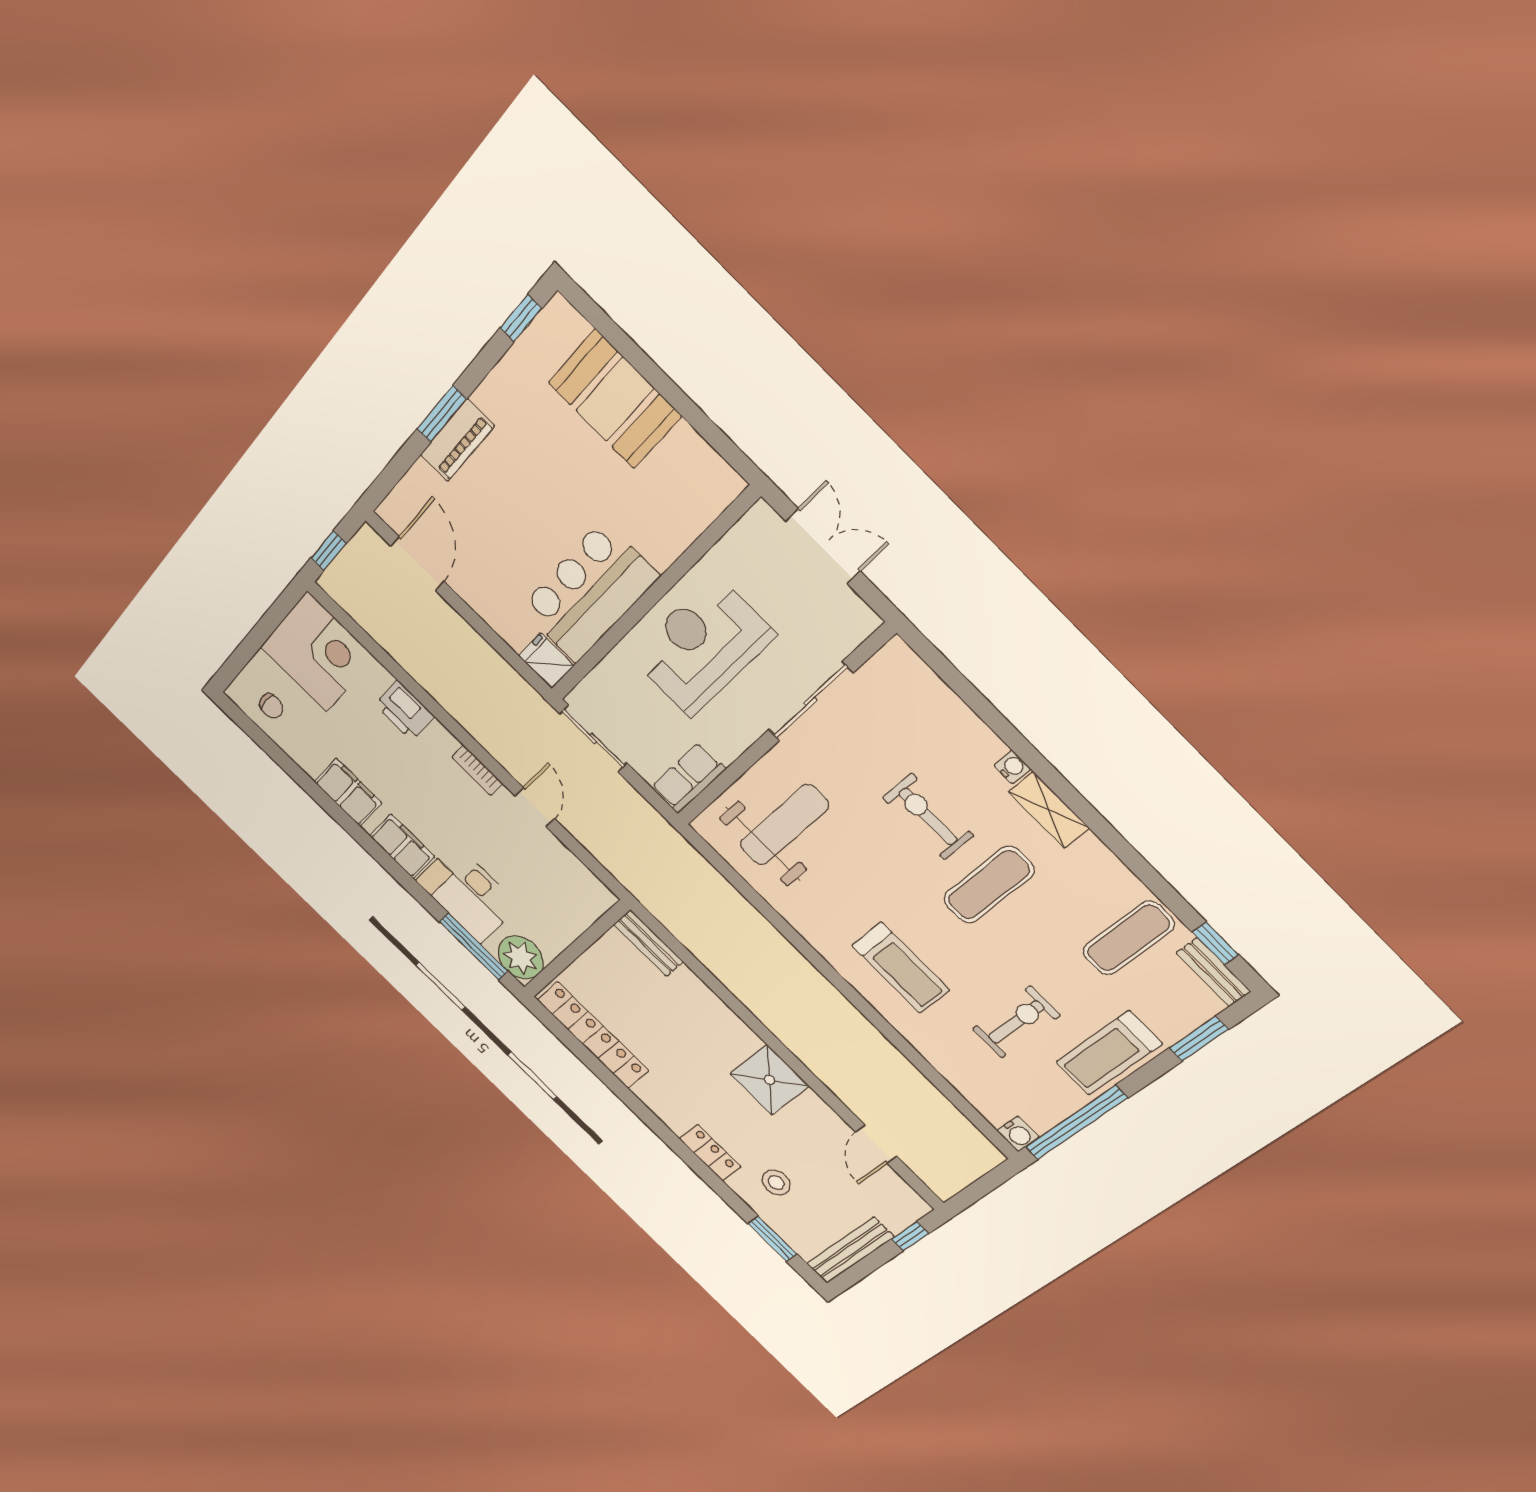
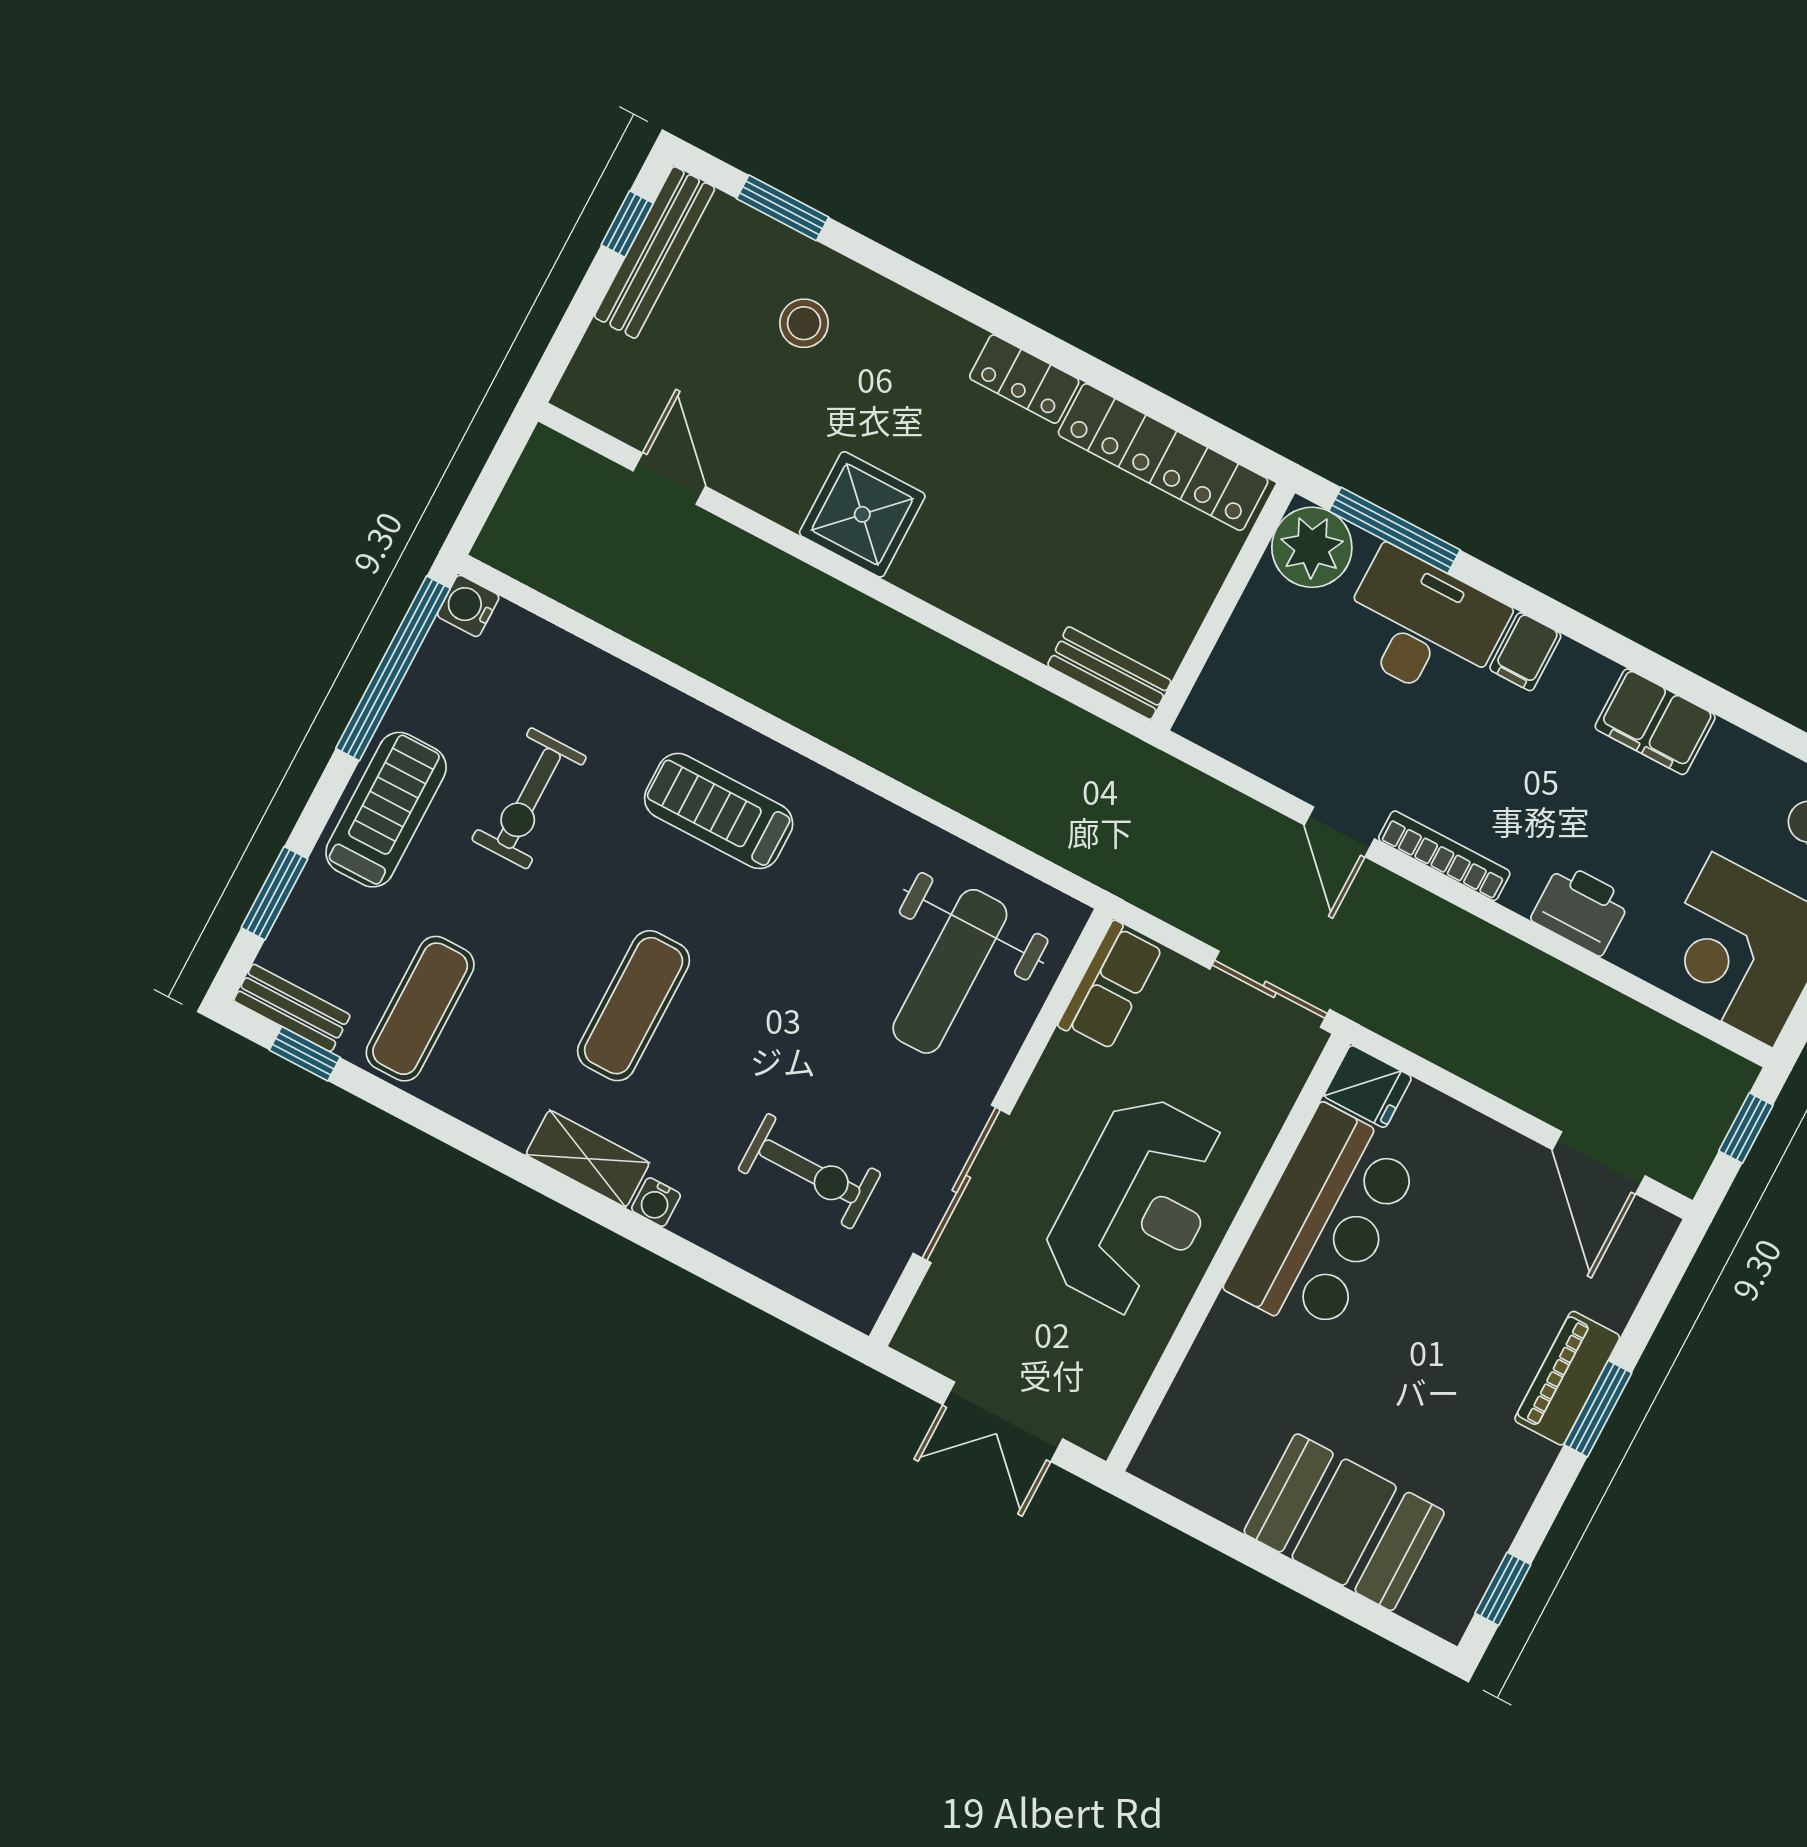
bookcase: (477, 770) -> (1444, 856), width x1.56
exercise bike: (928, 817) -> (810, 1171), moved
filing cabinet: (402, 846) -> (1525, 652), width x0.50
locker: (710, 1153) -> (1024, 379), moved
window: (910, 1236) -> (627, 224), moved

